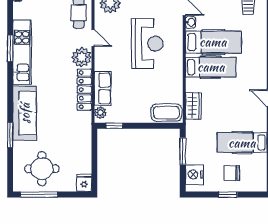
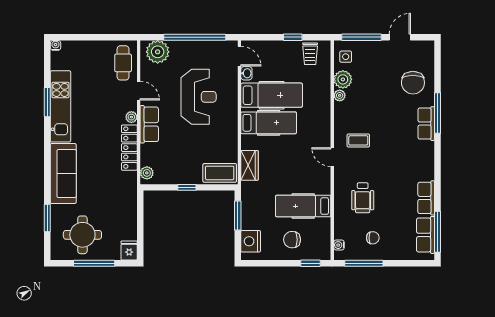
plant: (82, 57) -> (131, 117), width x0.53, depth x0.53
row of seats: (102, 88) -> (149, 124), moved
window: (114, 126) -> (187, 187), moved
window: (10, 135) -> (47, 218), moved
window: (39, 194) -> (94, 263), moved
window: (228, 194) -> (310, 263), moved

